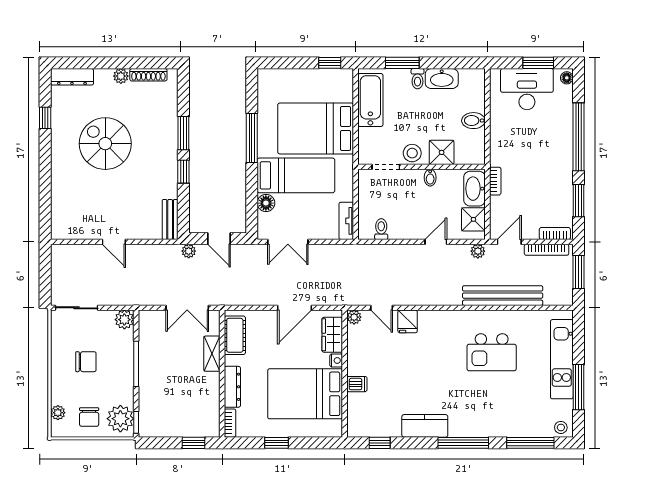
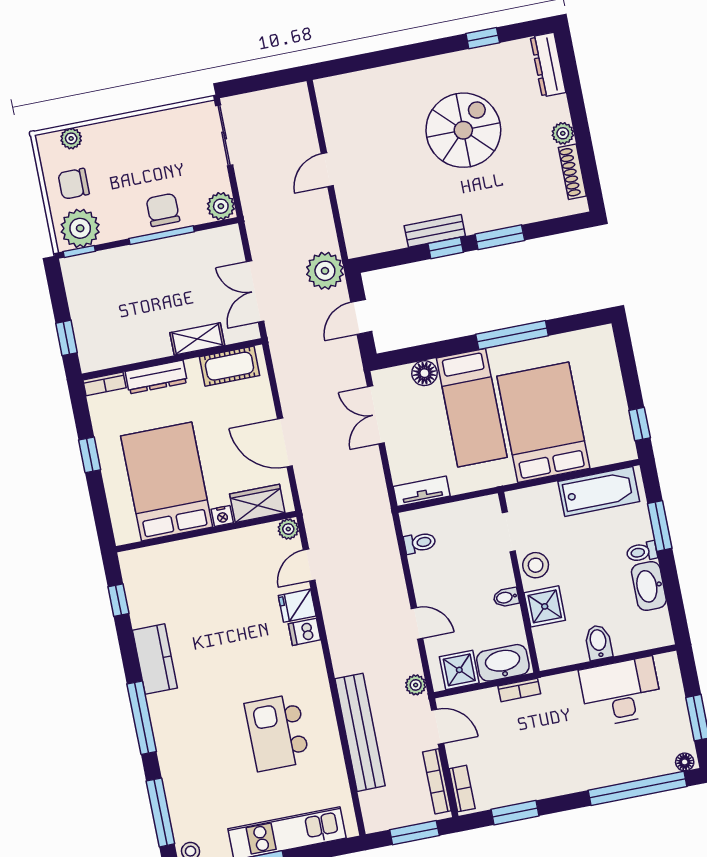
desk: (527, 89) -> (621, 692), moved, turned -90
window: (578, 137) -> (638, 788), moved
bench: (170, 219) -> (435, 231), moved
plant: (189, 251) -> (325, 271), width x1.88, depth x1.88
chair: (86, 362) -> (163, 210), moved, turned 180
dishwasher: (357, 384) -> (304, 632), moved, turned 90

